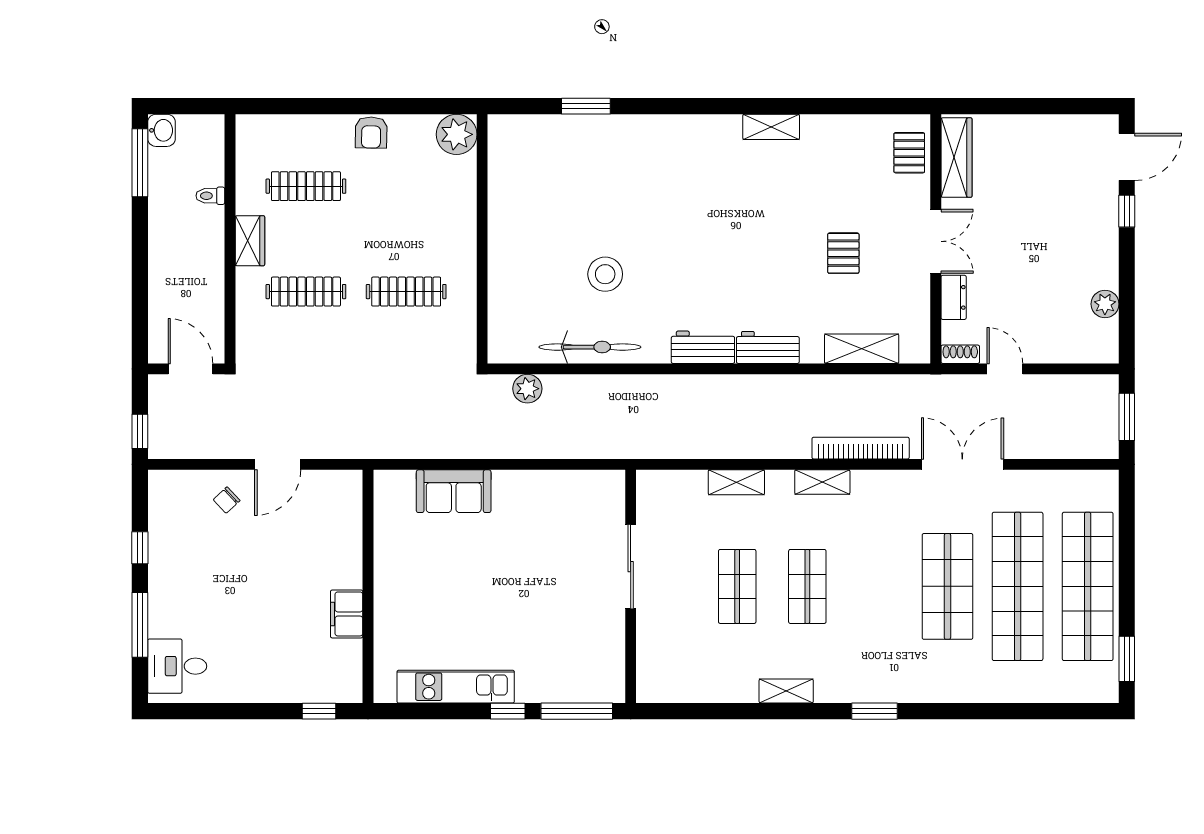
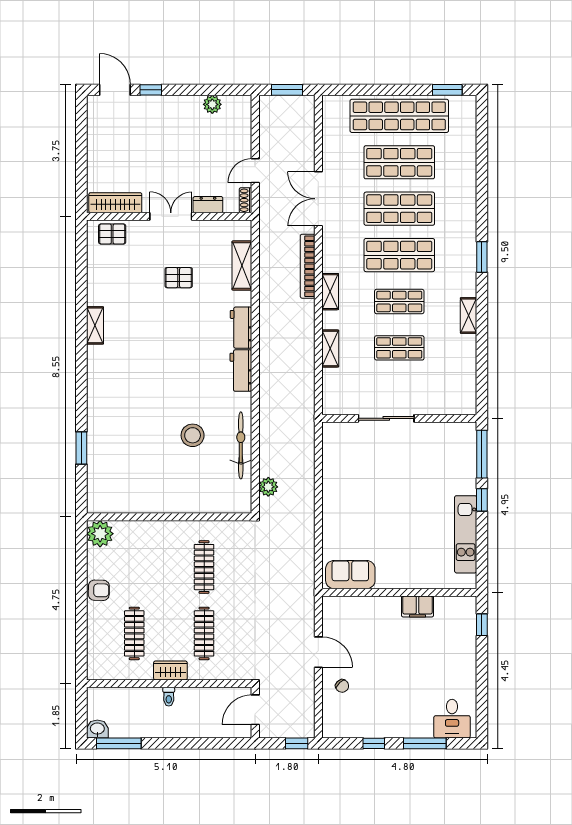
toilet: (210, 196) -> (169, 697), moved
sofa: (454, 491) -> (350, 575), moved, turned -90
shop shelf: (877, 586) -> (399, 255), added
shop shelf: (1018, 586) -> (399, 162), width x0.71

